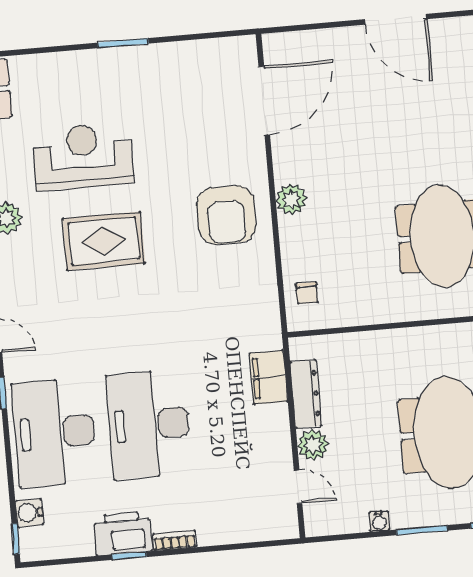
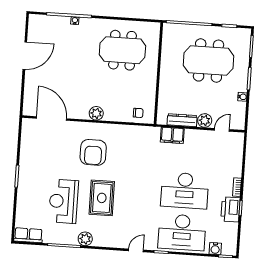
armchair: (226, 215) -> (93, 152), moved, turned 90

